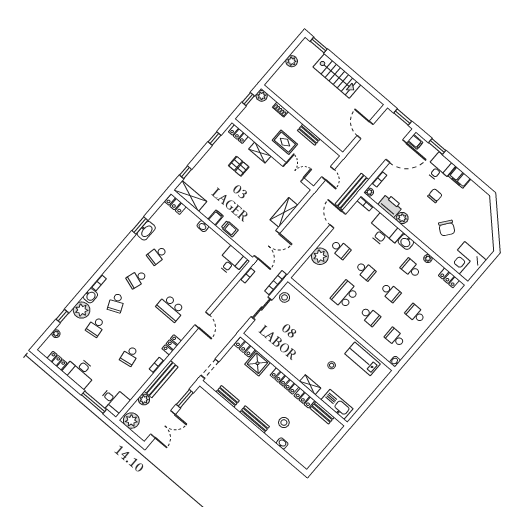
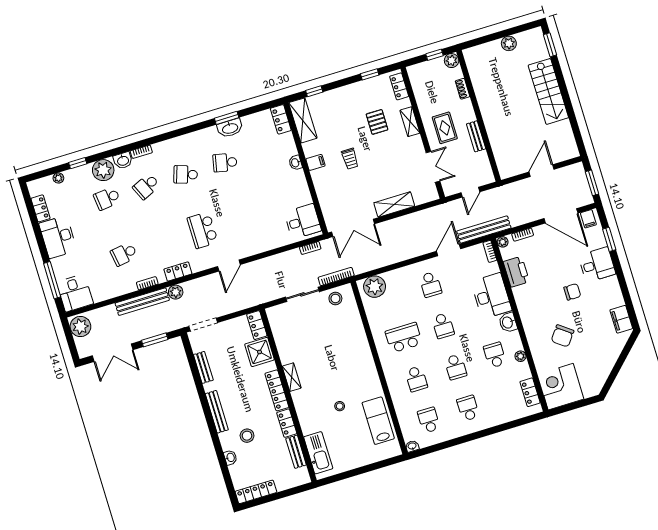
filing cabinet: (460, 178) -> (621, 319), moved
plant: (402, 218) -> (521, 294), removed
trolley: (230, 229) -> (350, 159), moved
plant: (320, 256) -> (375, 287), moved
shelving: (310, 385) -> (292, 377), moved
plant: (144, 400) -> (176, 292), moved
locker: (313, 455) -> (256, 492), added

